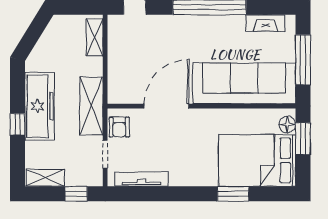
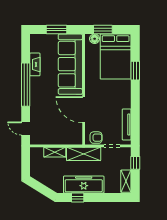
fireplace: (265, 23) -> (35, 64), moved
shelving: (95, 37) -> (55, 152), moved
window: (303, 60) -> (56, 30), width x0.69
window: (17, 124) -> (78, 197), moved

